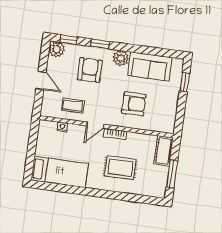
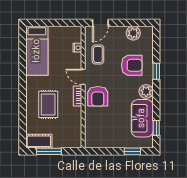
window: (69, 40) -> (156, 128), moved
plant: (57, 49) -> (133, 33), moved
door: (41, 80) -> (100, 23), moved
armchair: (134, 104) -> (98, 96), moved
cot: (164, 151) -> (39, 141), moved

